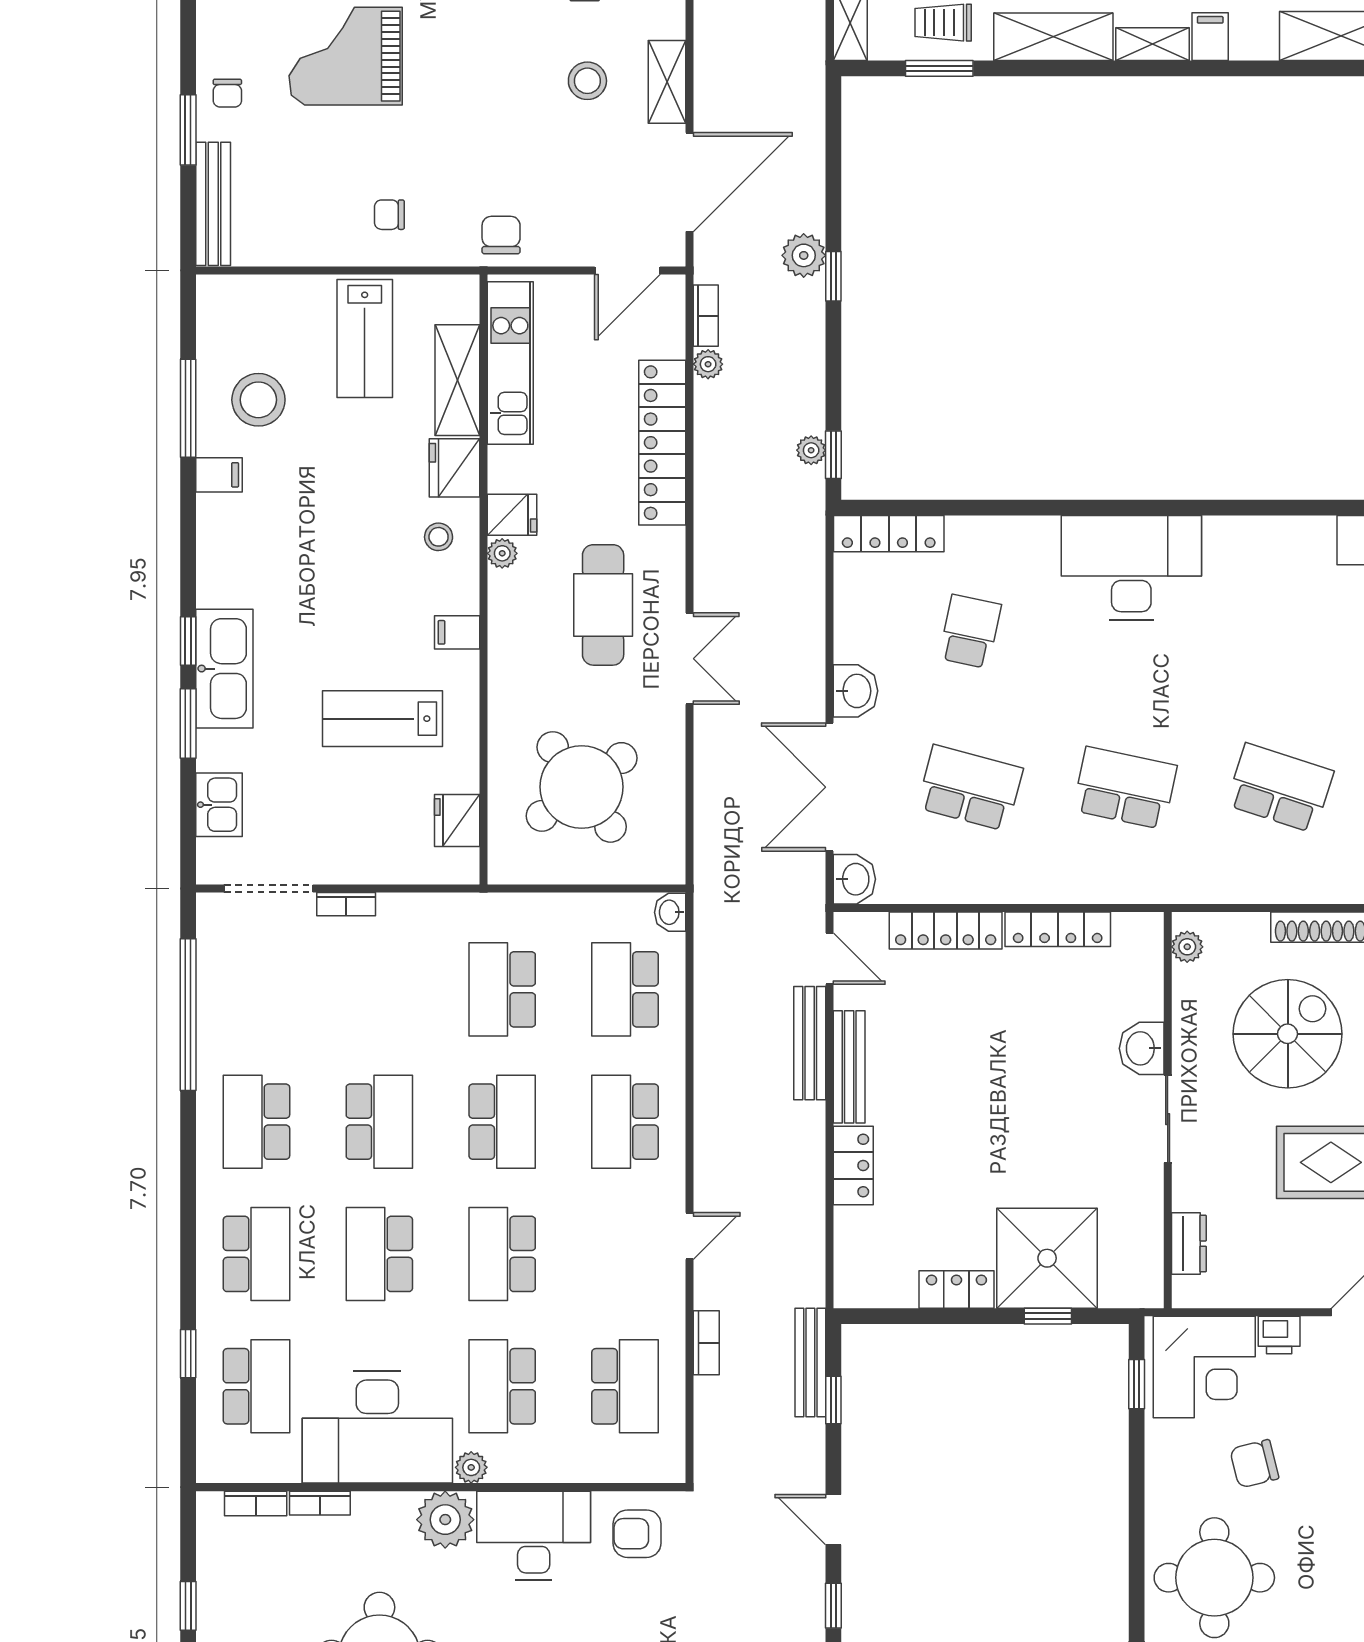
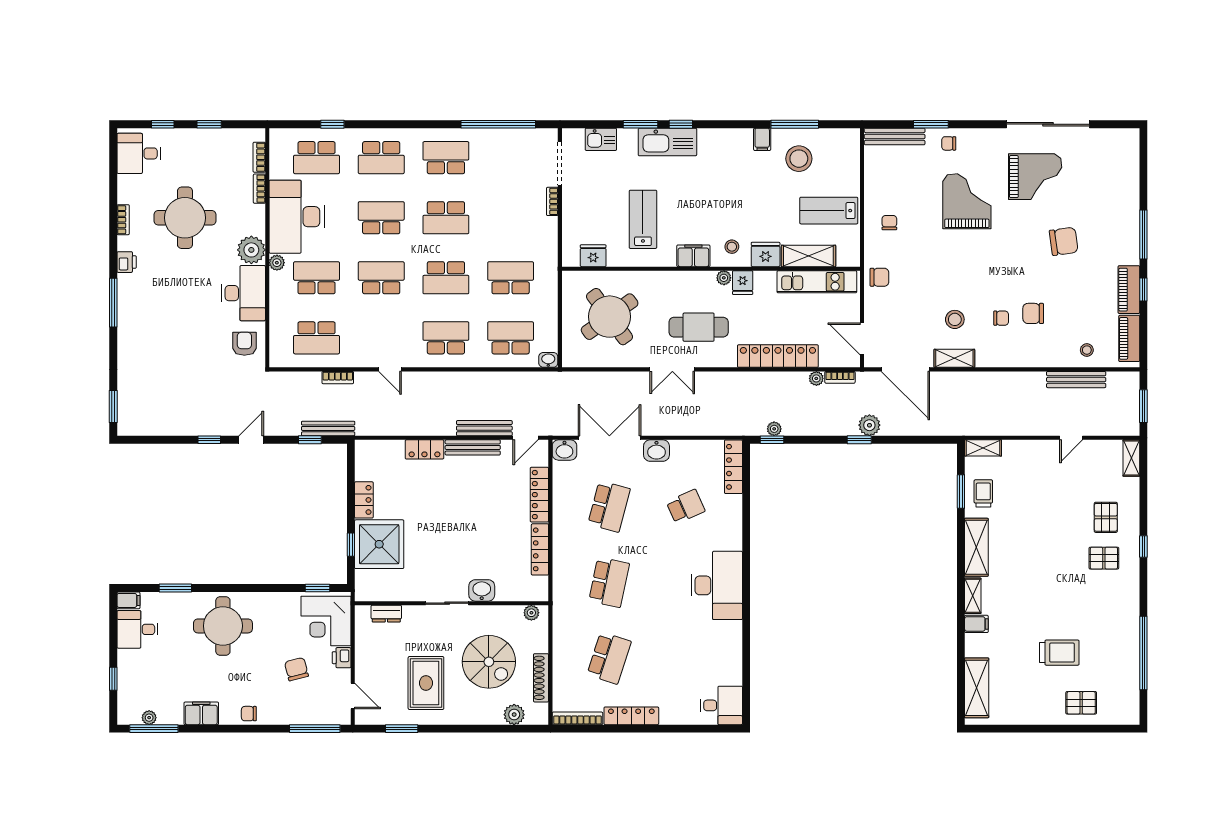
school desk: (970, 631) -> (686, 507), turned -36
filing cabinet: (457, 632) -> (693, 256), width x2.00
chair: (1254, 1464) -> (296, 669), moved

